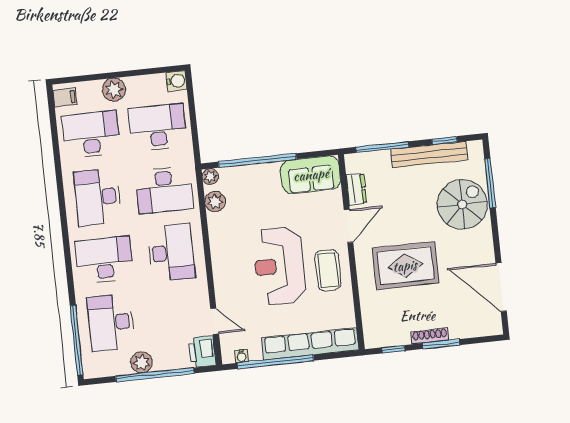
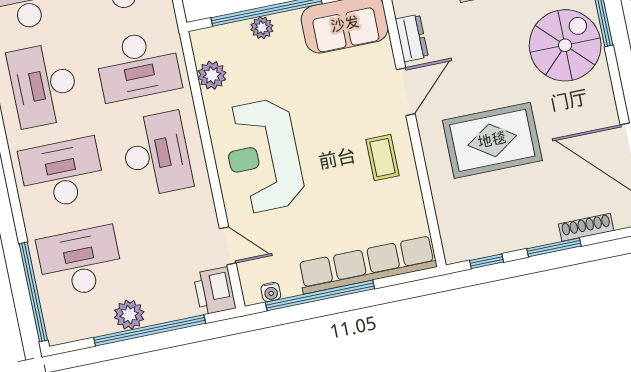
plant: (210, 176) -> (262, 28), moved
reception desk: (279, 266) -> (263, 156), moved
coffee table: (328, 270) -> (383, 158), width x0.73, depth x0.77
desk: (111, 323) -> (80, 262), turned 90
shoe rack: (430, 336) -> (586, 227), moved

